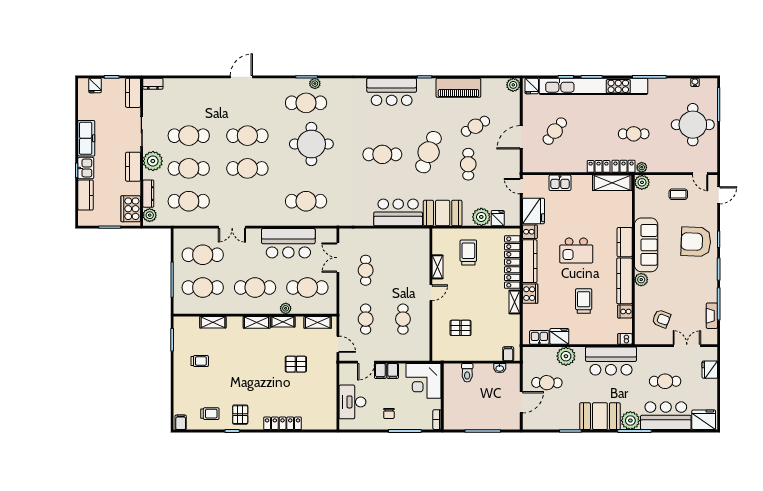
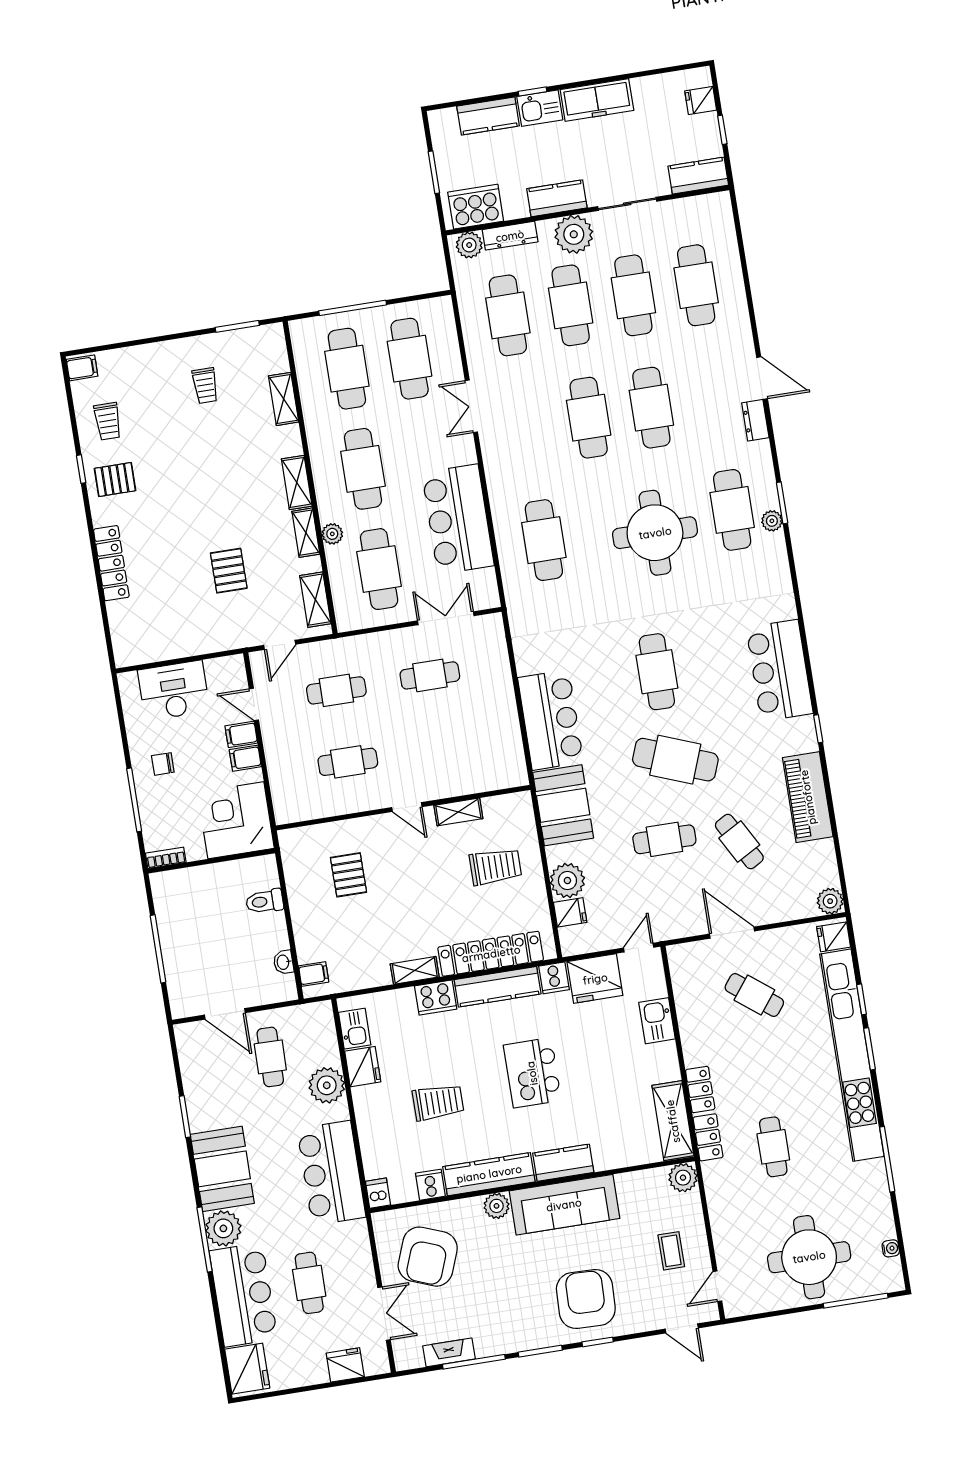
dresser: (153, 84) -> (755, 420), moved
cafe table: (189, 103) -> (696, 285), added
plant: (642, 167) -> (712, 1172), removed
armchair: (661, 319) -> (428, 1257), width x1.88, depth x1.88

